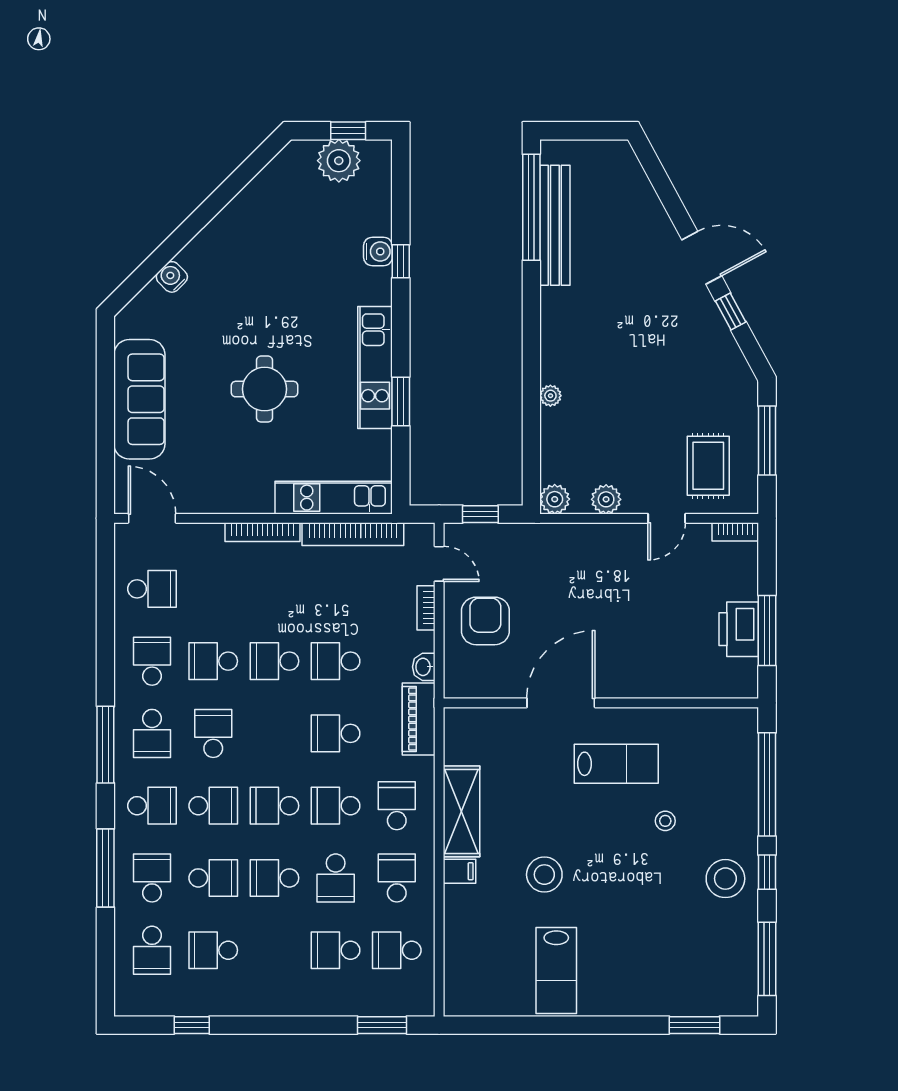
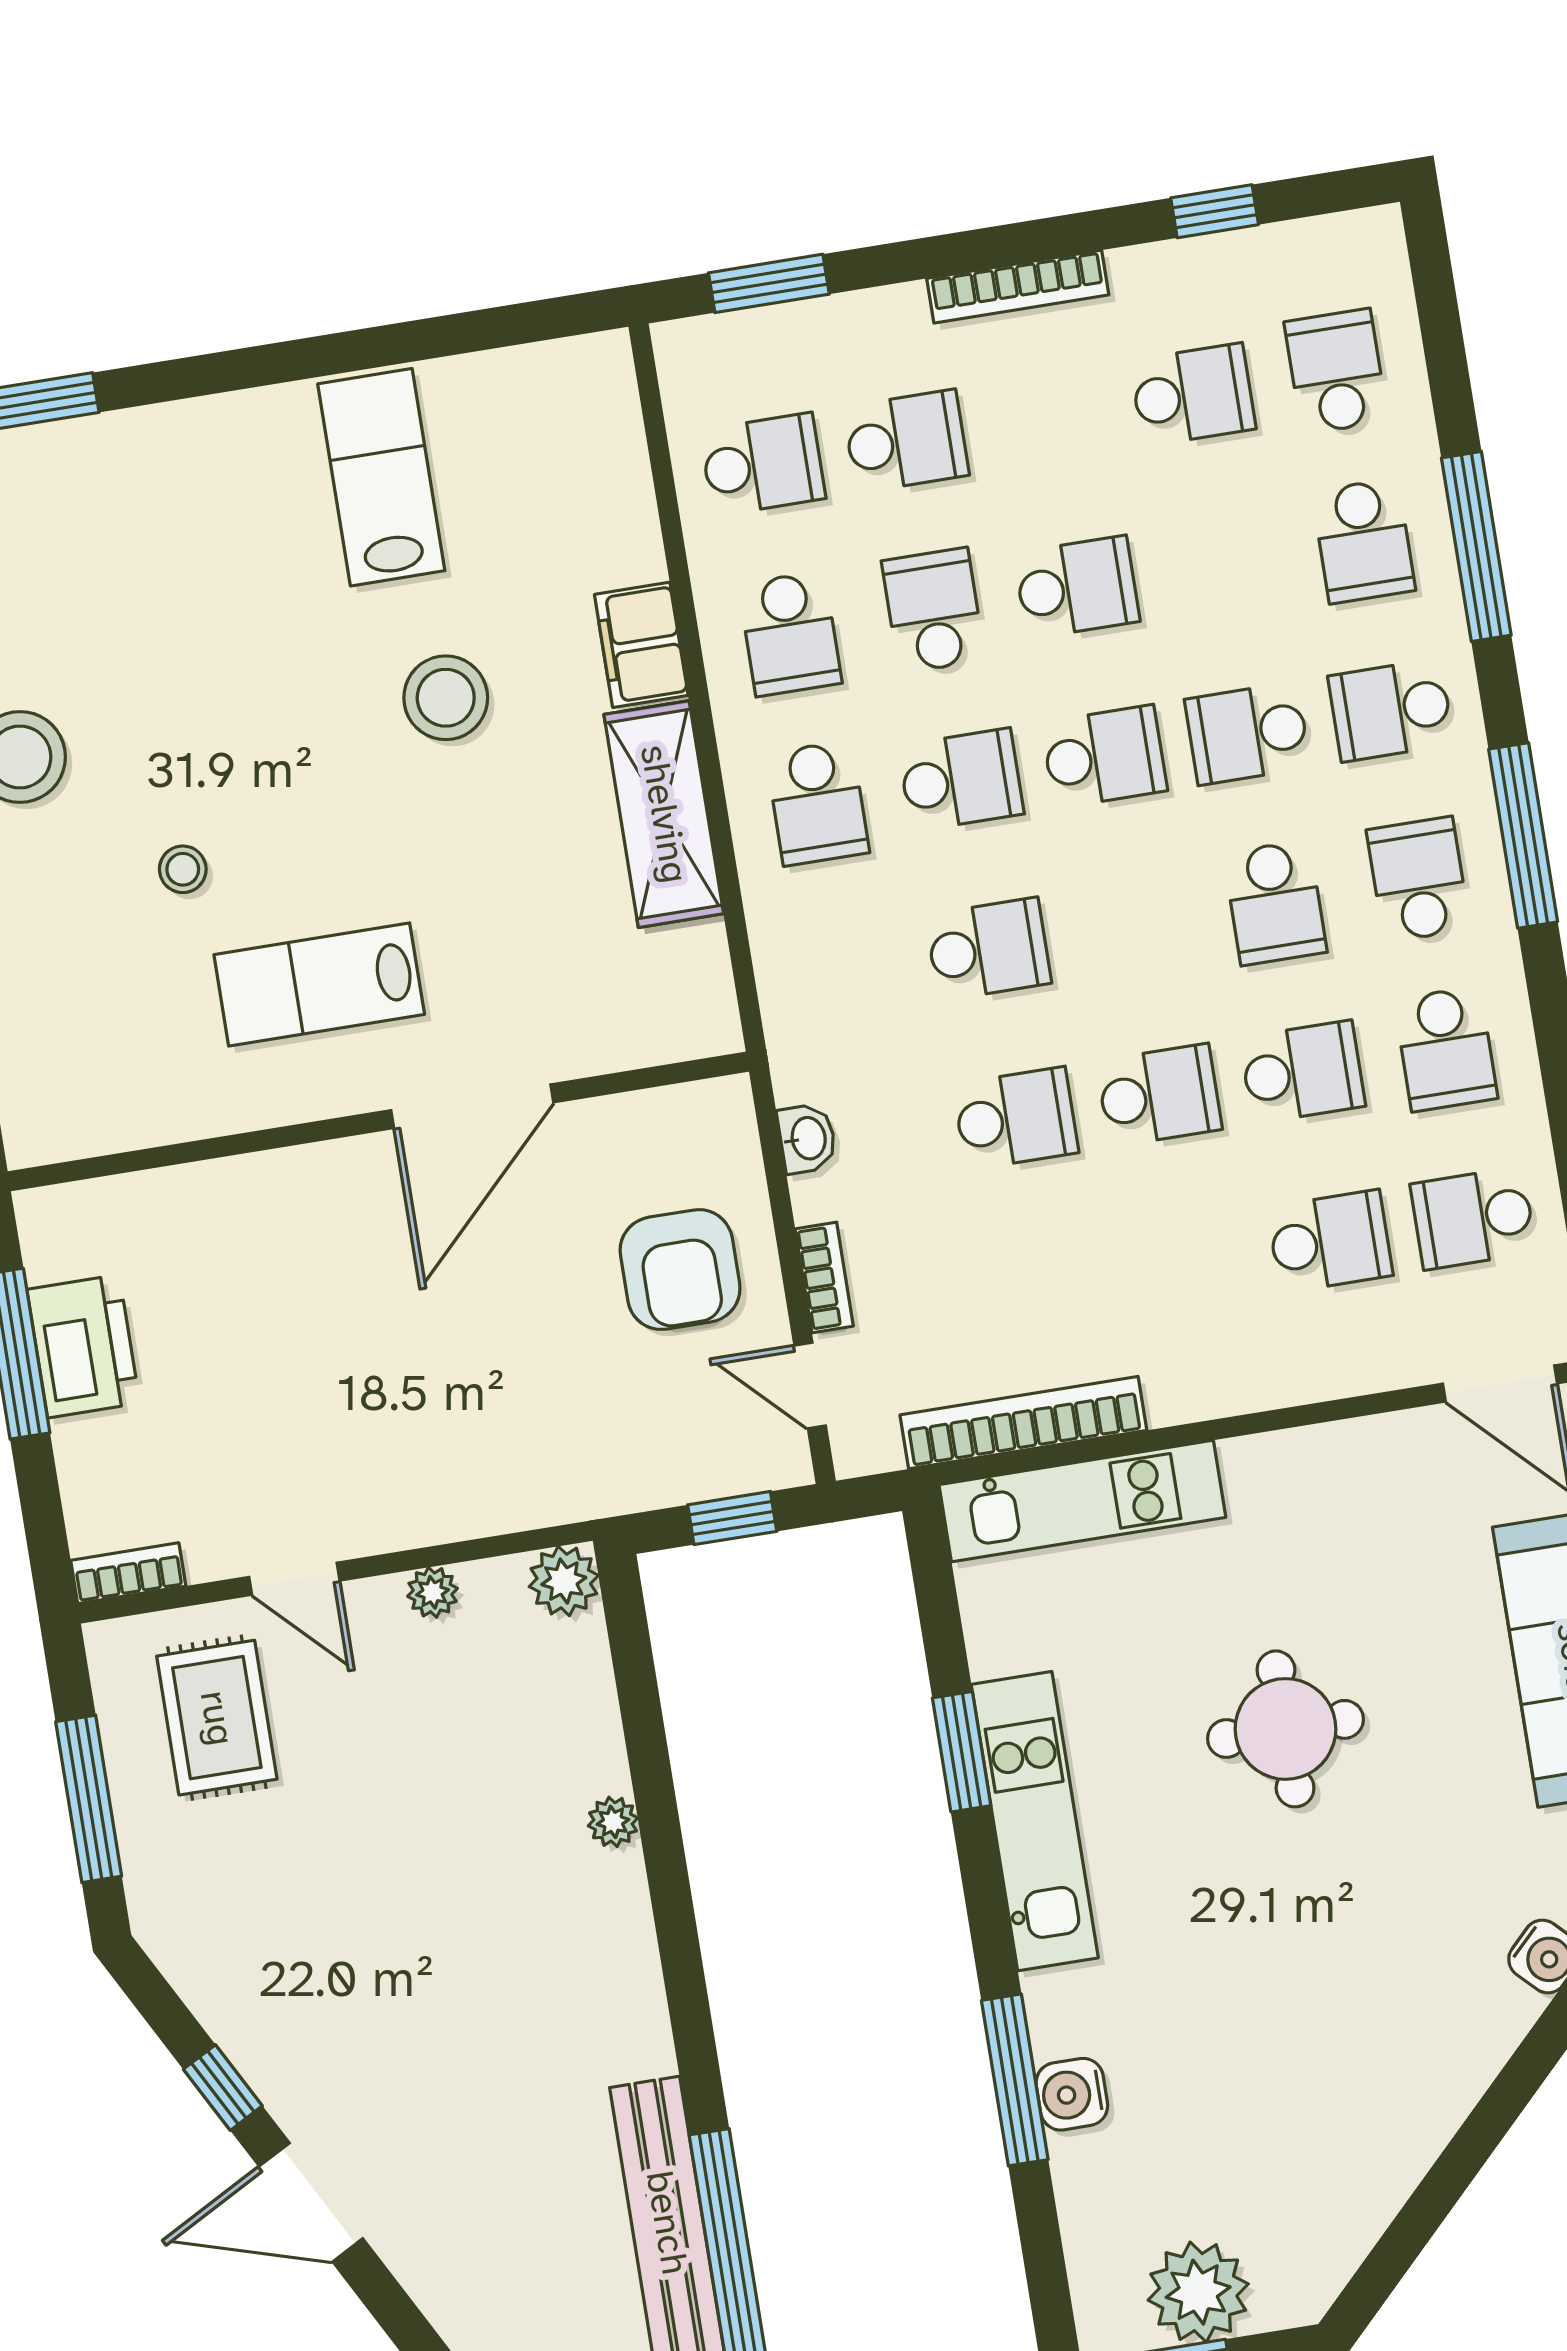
window: (401, 261) -> (1015, 2080), width x2.17
plant: (606, 499) -> (433, 1592), width x0.73, depth x0.73
door: (667, 518) -> (294, 1579), swing flipped
bookcase: (262, 532) -> (1018, 287), moved, turned 180
piano: (419, 719) -> (799, 1014), removed
filing cabinet: (459, 871) -> (641, 645), width x2.00
school desk: (213, 878) -> (1330, 1241), moved, turned 180

